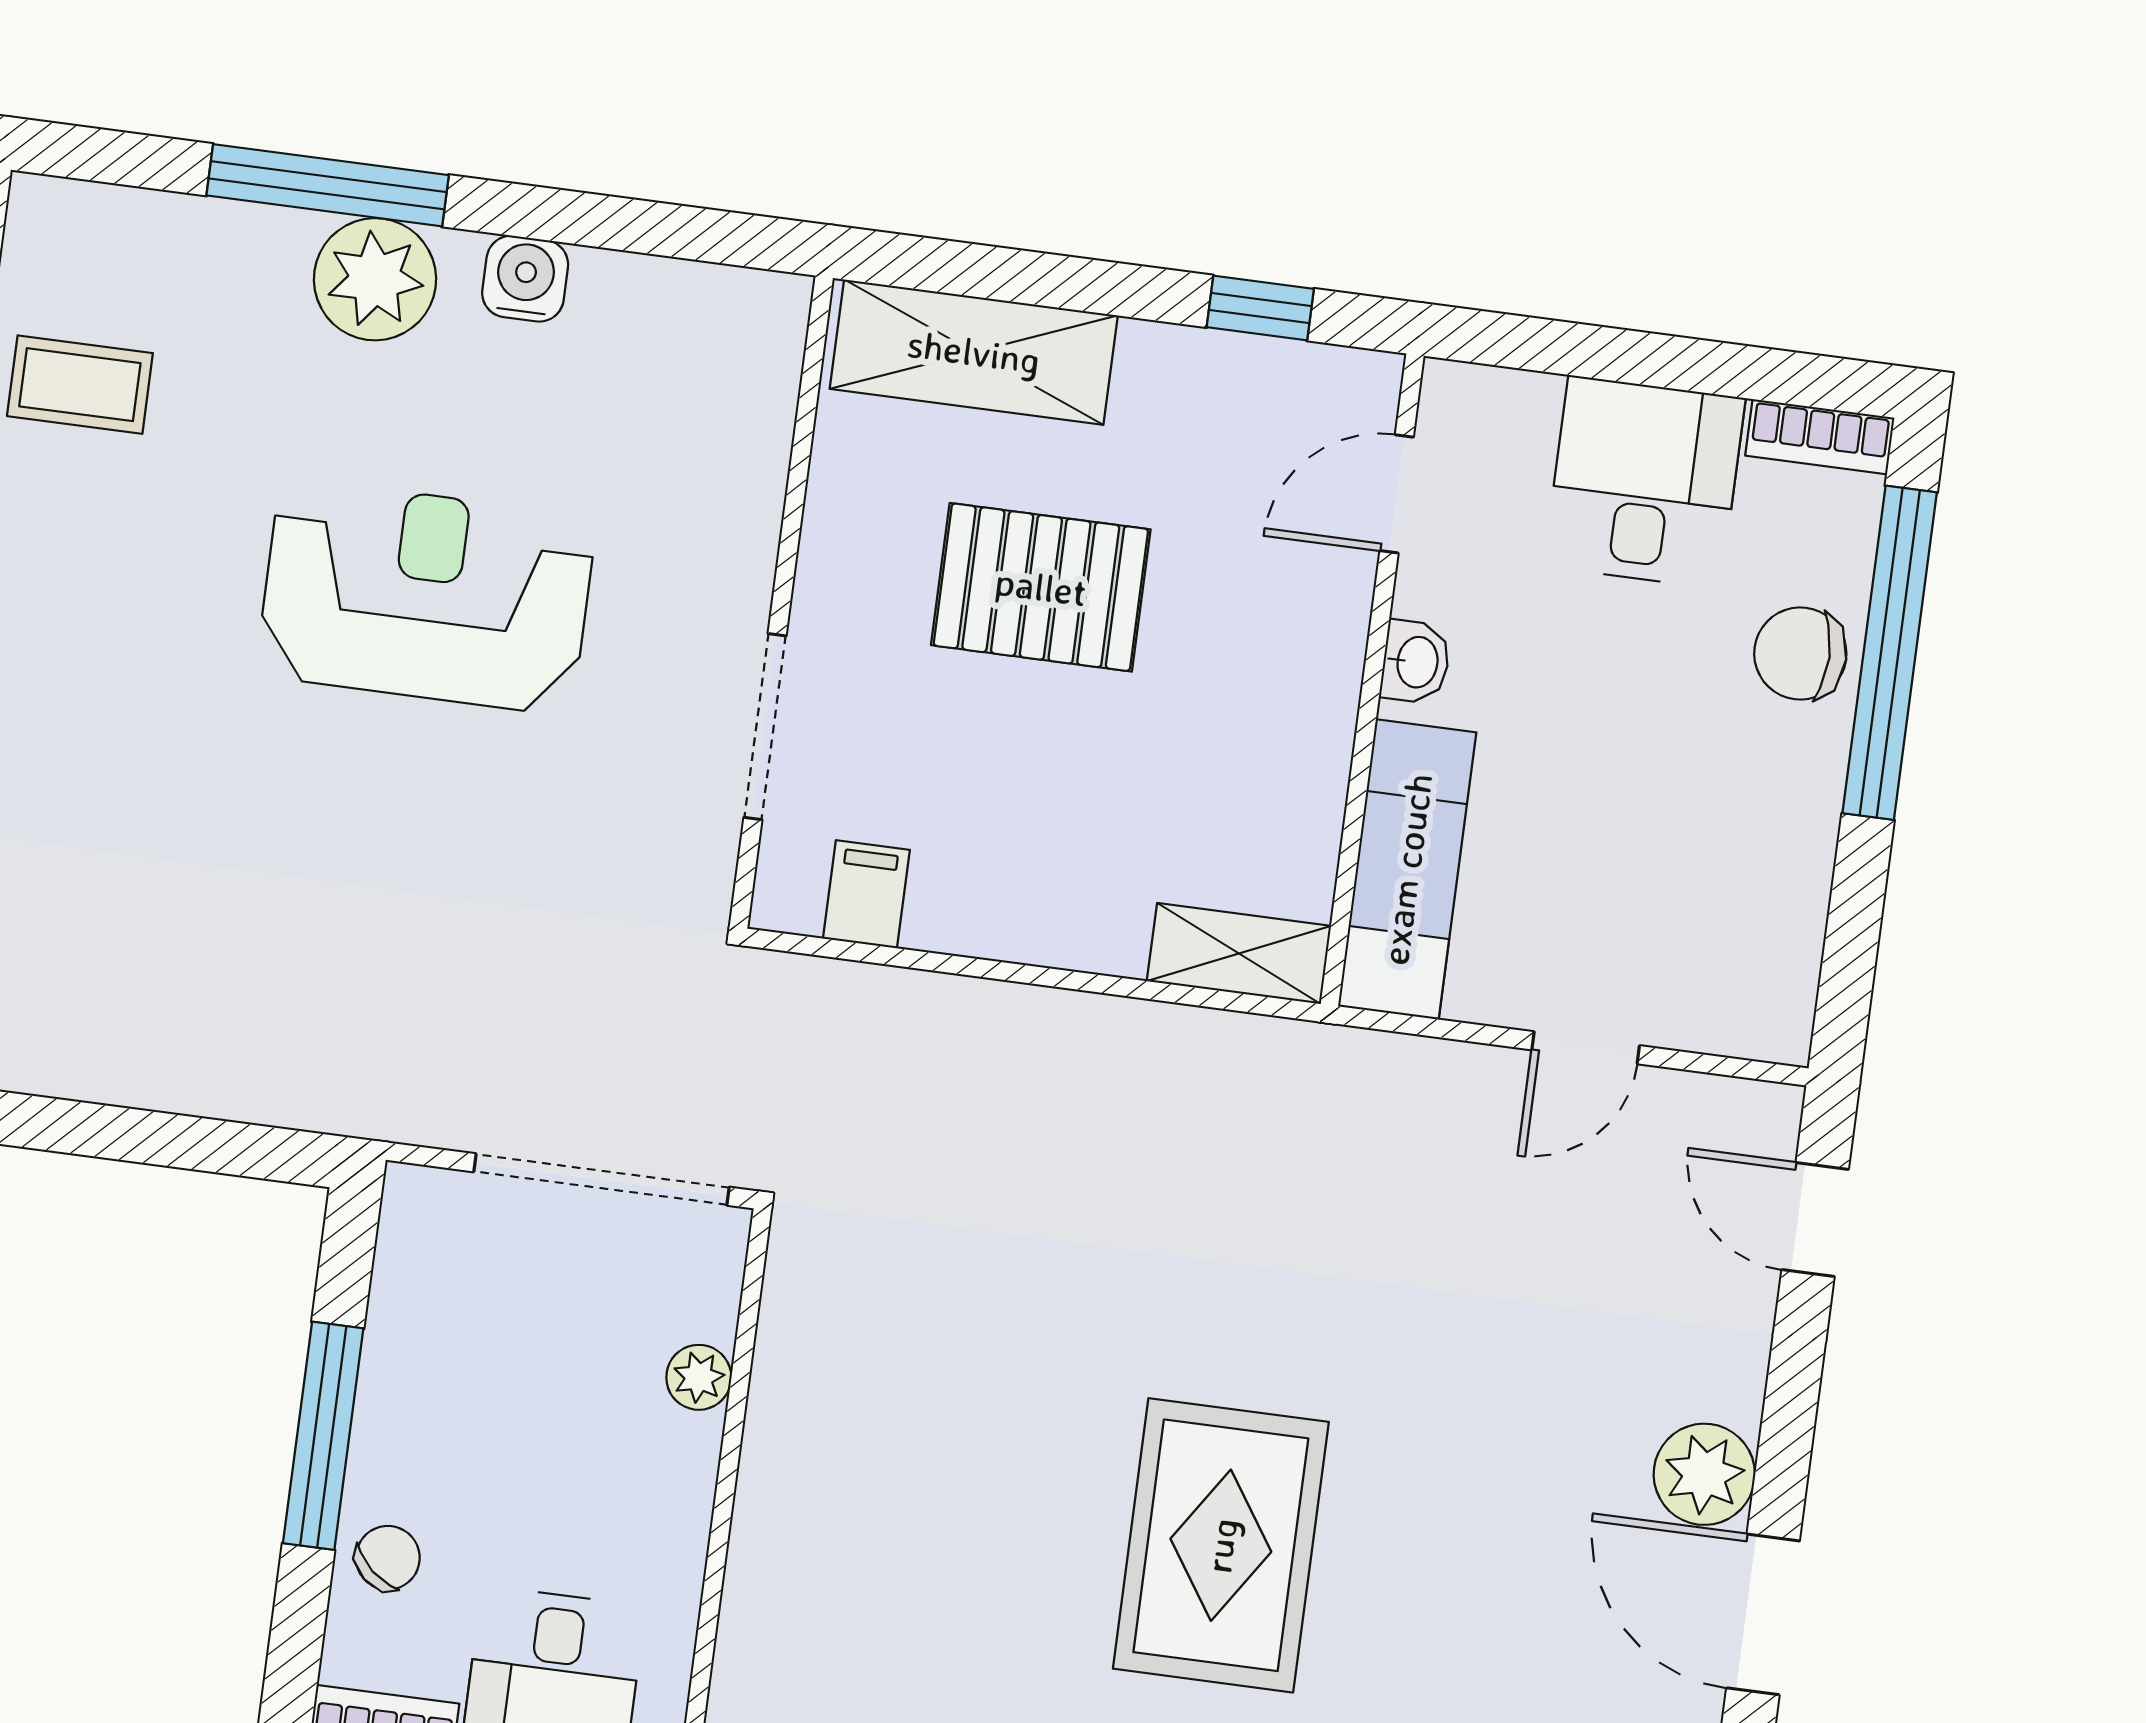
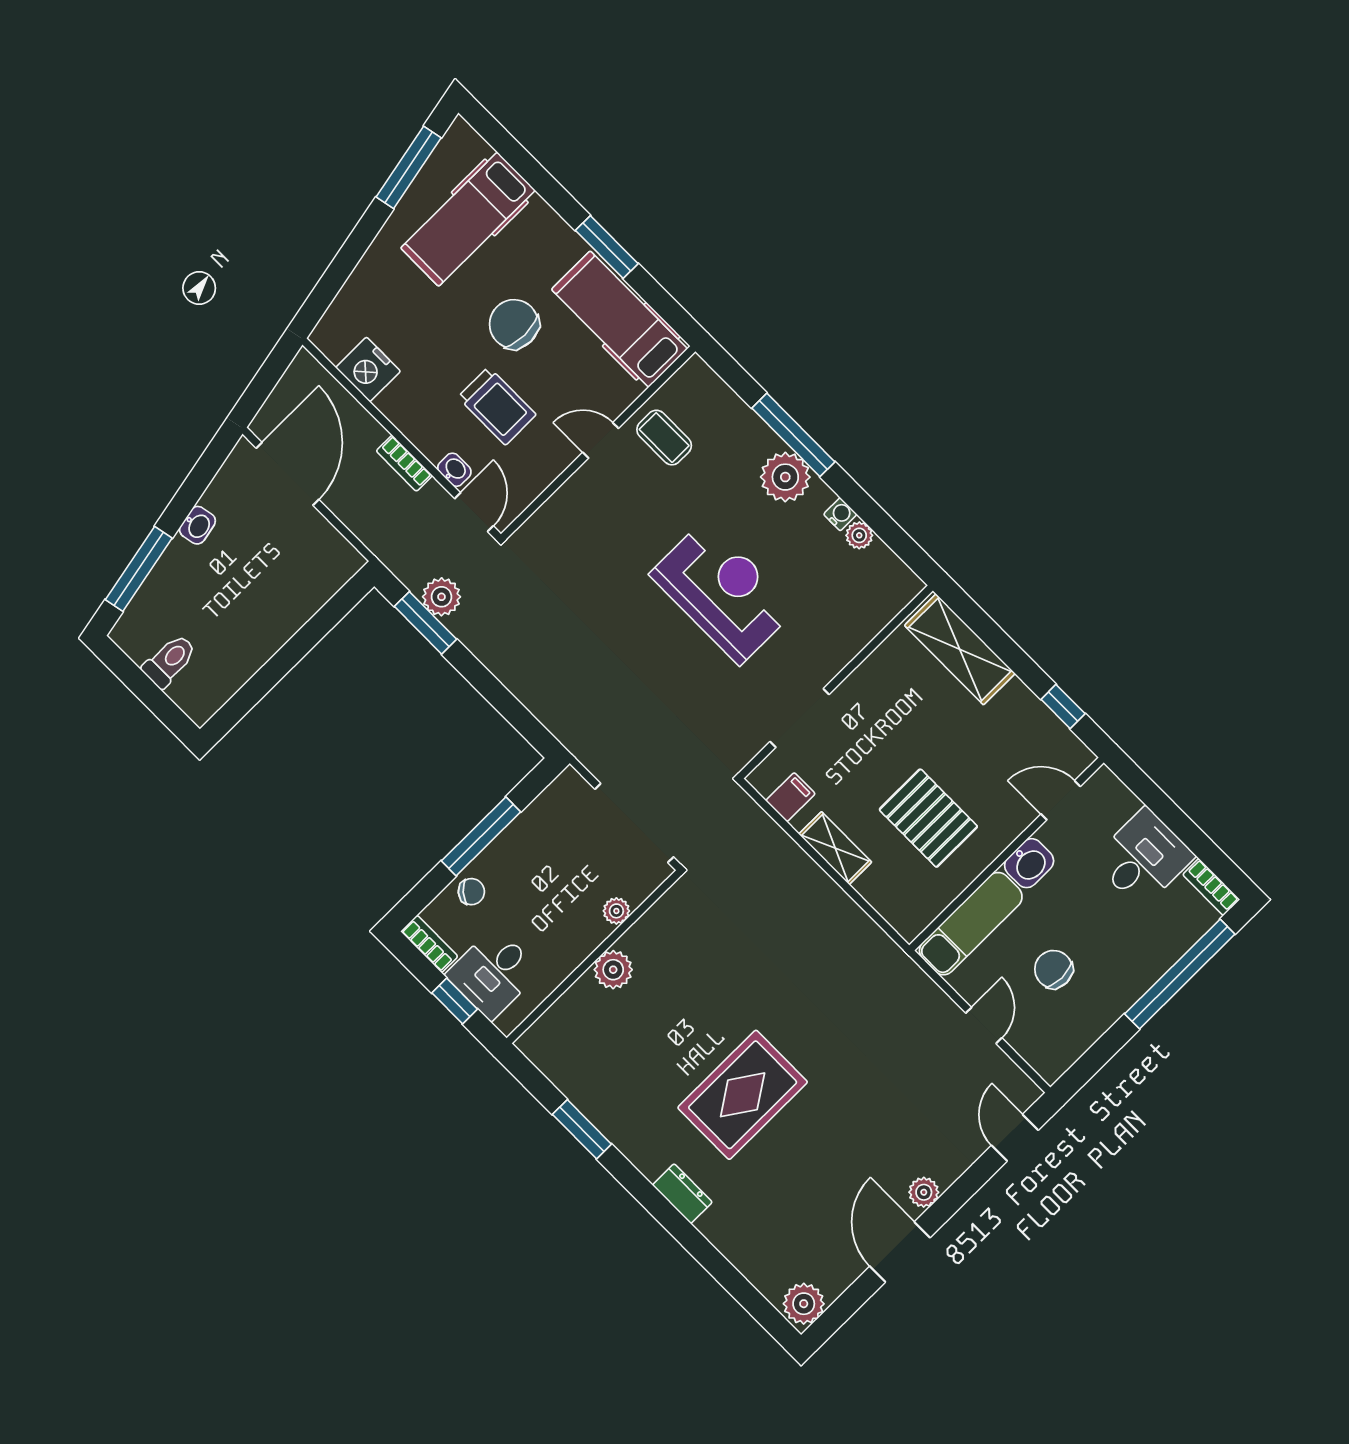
water cooler: (525, 279) -> (840, 514), width x0.72, depth x0.72
plant: (607, 282) -> (859, 535), added
pallet: (1041, 587) -> (928, 818), moved
chair: (1800, 654) -> (1054, 969), moved
washbasin: (1416, 662) -> (1029, 863), width x1.38, depth x1.45
shelving: (1239, 954) -> (835, 848), moved
door: (1586, 1048) -> (984, 1025), swing flipped
plant: (1704, 1474) -> (924, 1192), width x0.73, depth x0.73
plant: (781, 1496) -> (613, 970), added

